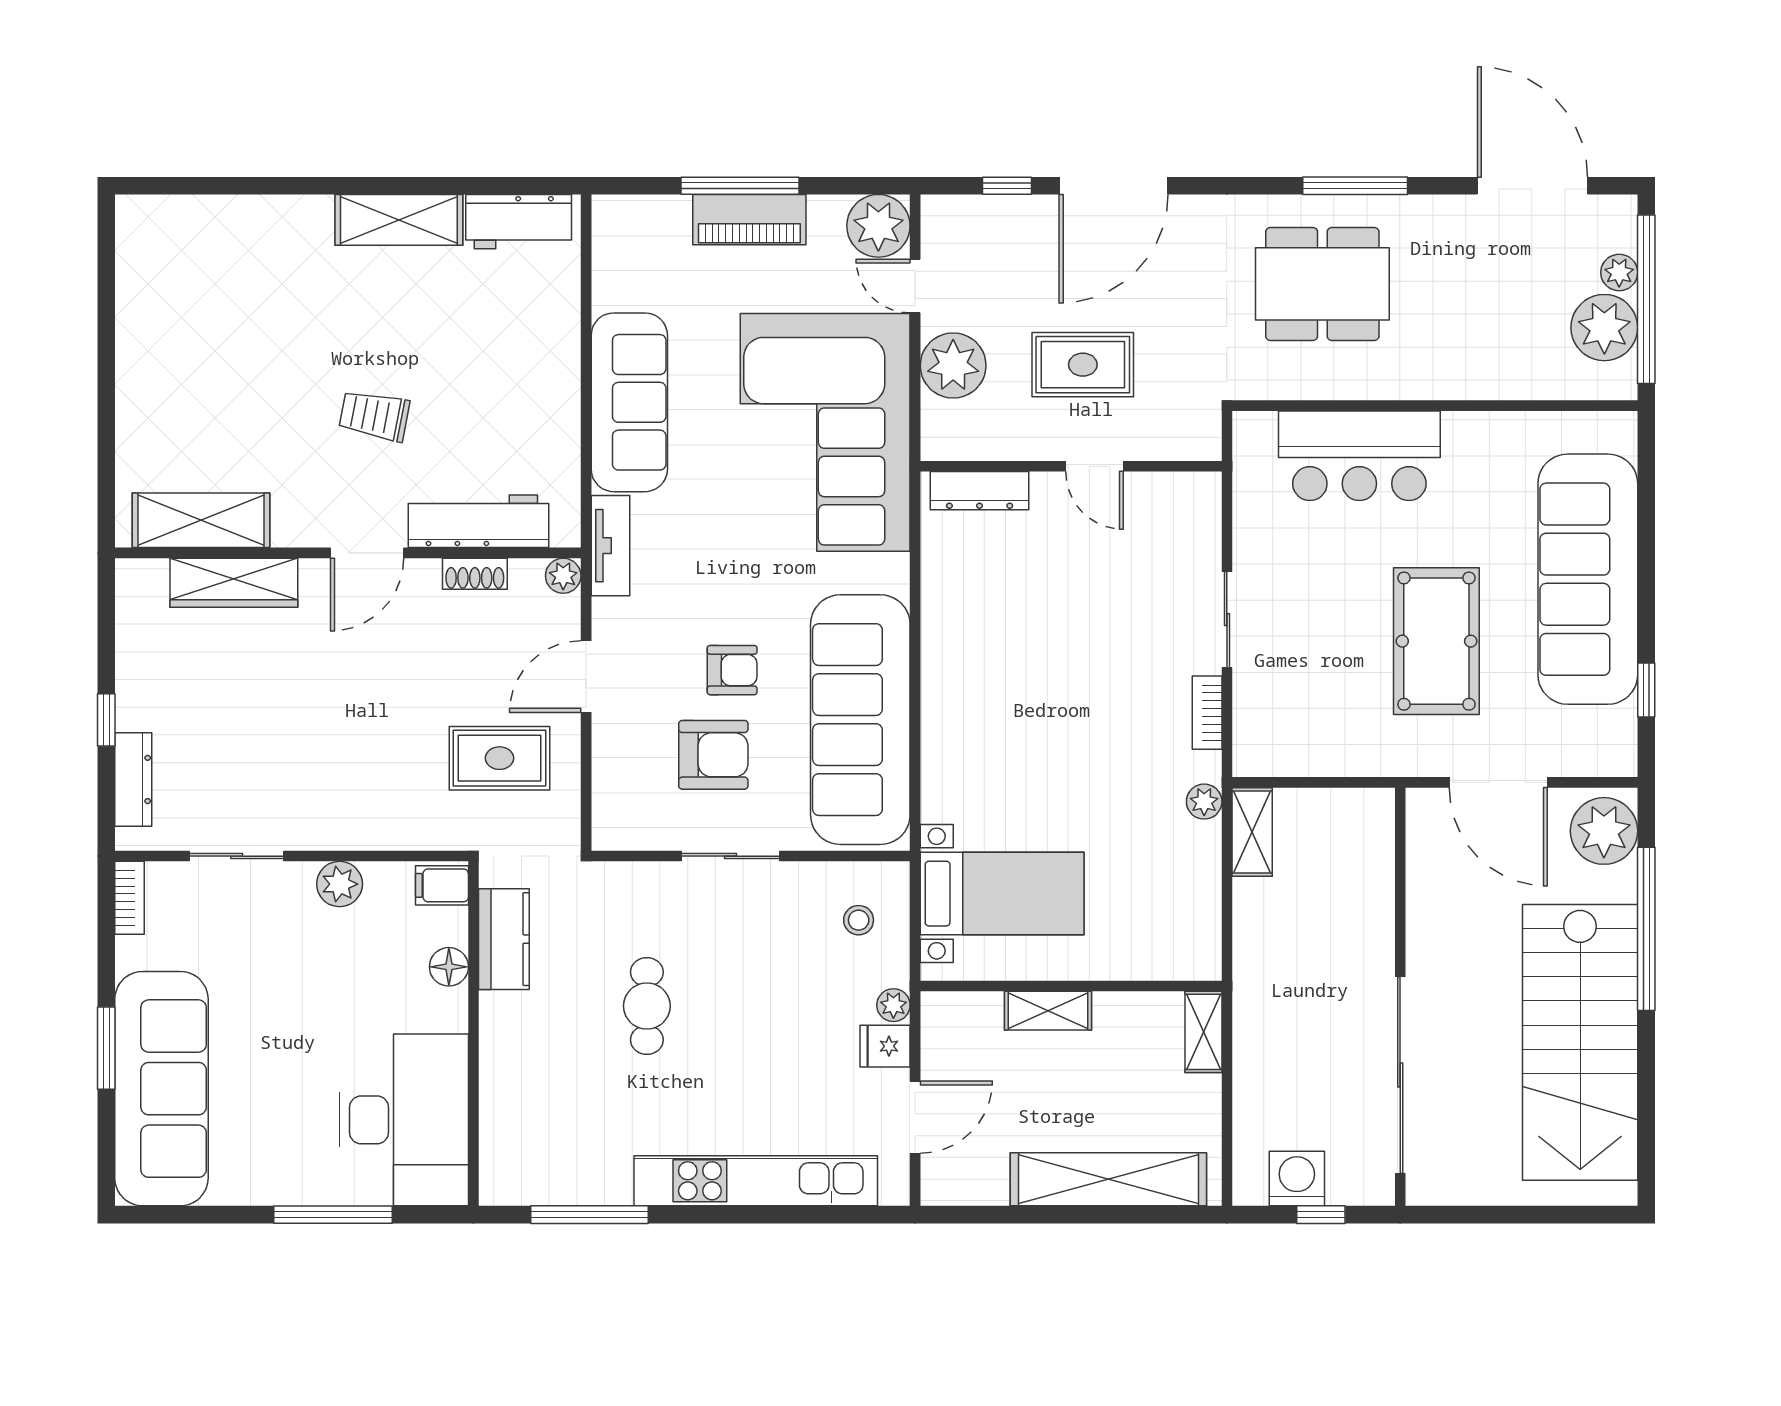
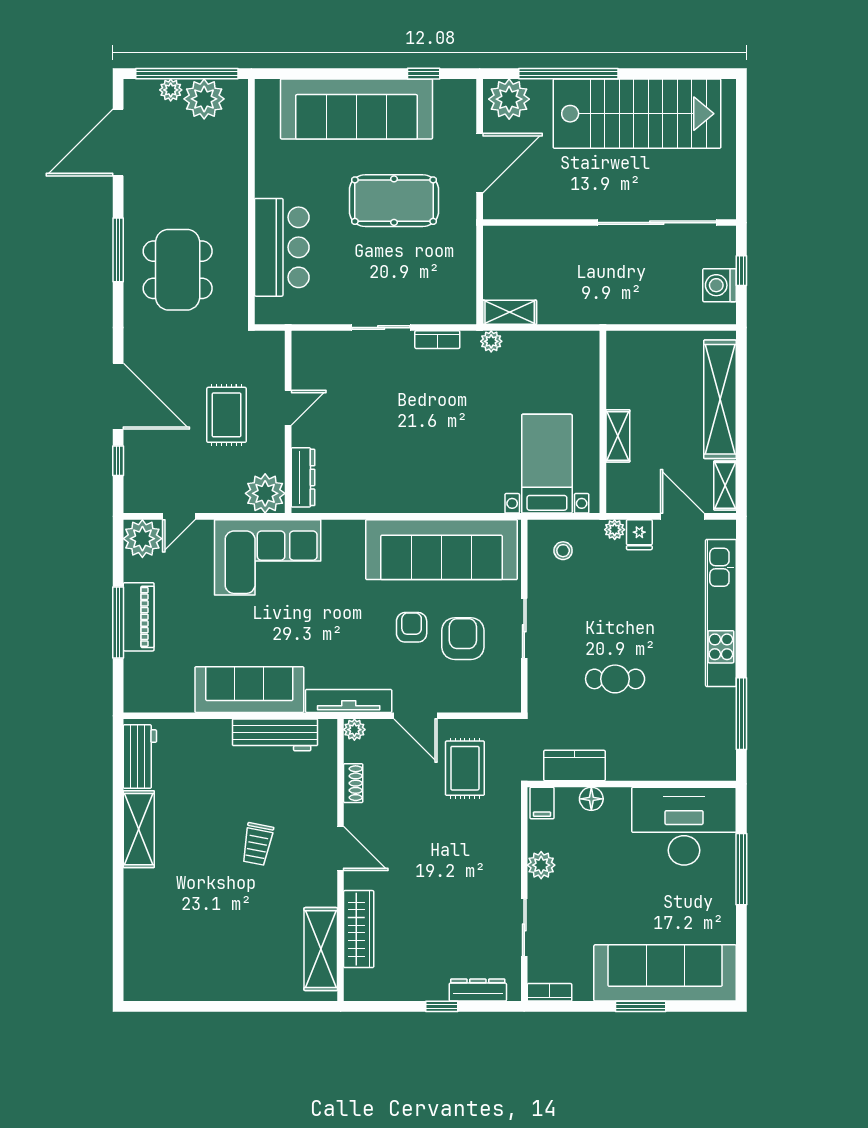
plant: (953, 366) -> (265, 493), moved
corner sofa: (825, 432) -> (268, 557), width x0.73, depth x0.74
workbench: (478, 521) -> (275, 735), moved, turned -90
tv unit: (610, 546) -> (349, 701), width x1.41
shelving: (1203, 1032) -> (725, 485), moved, turned 90

